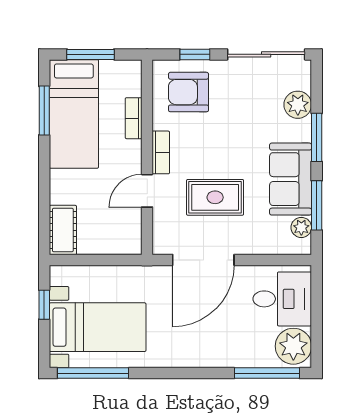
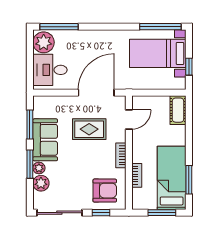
door: (147, 191) -> (129, 119), moved
plant: (301, 227) -> (39, 168), moved

